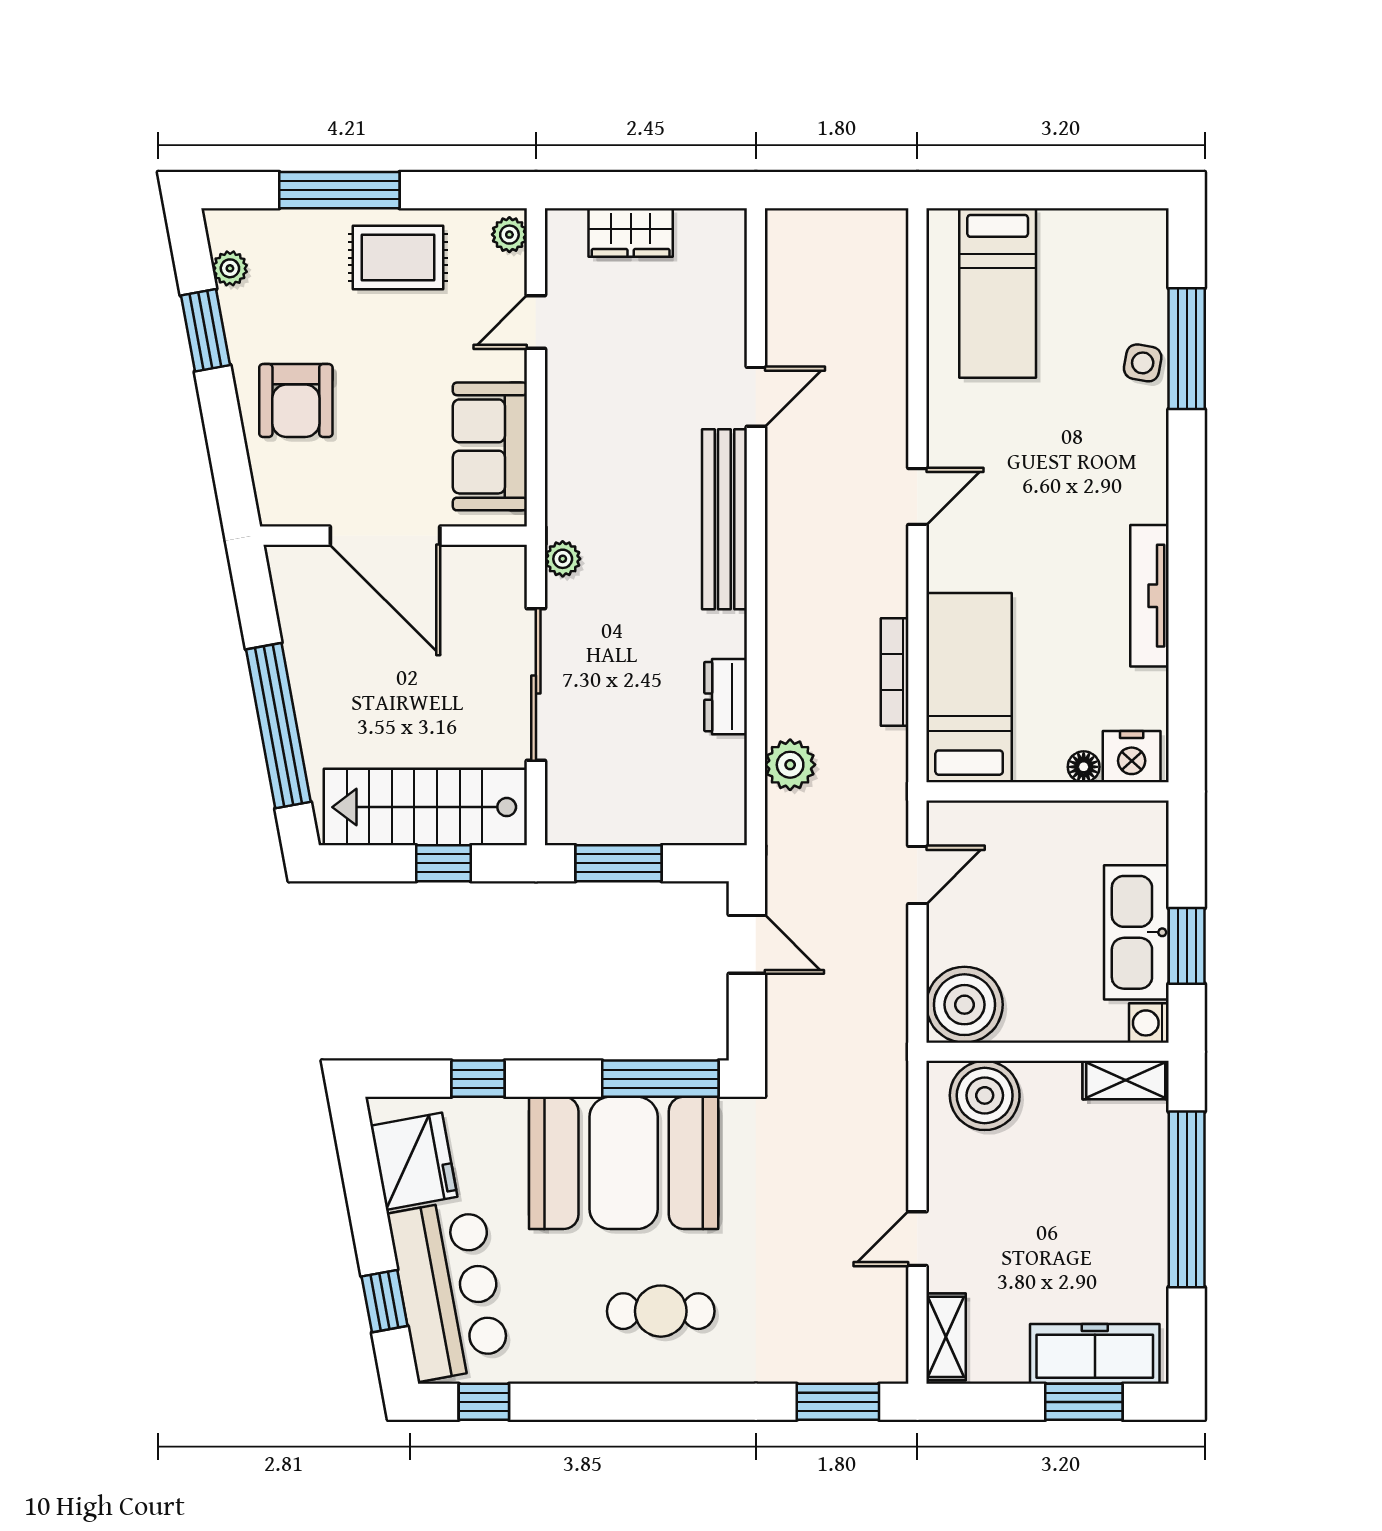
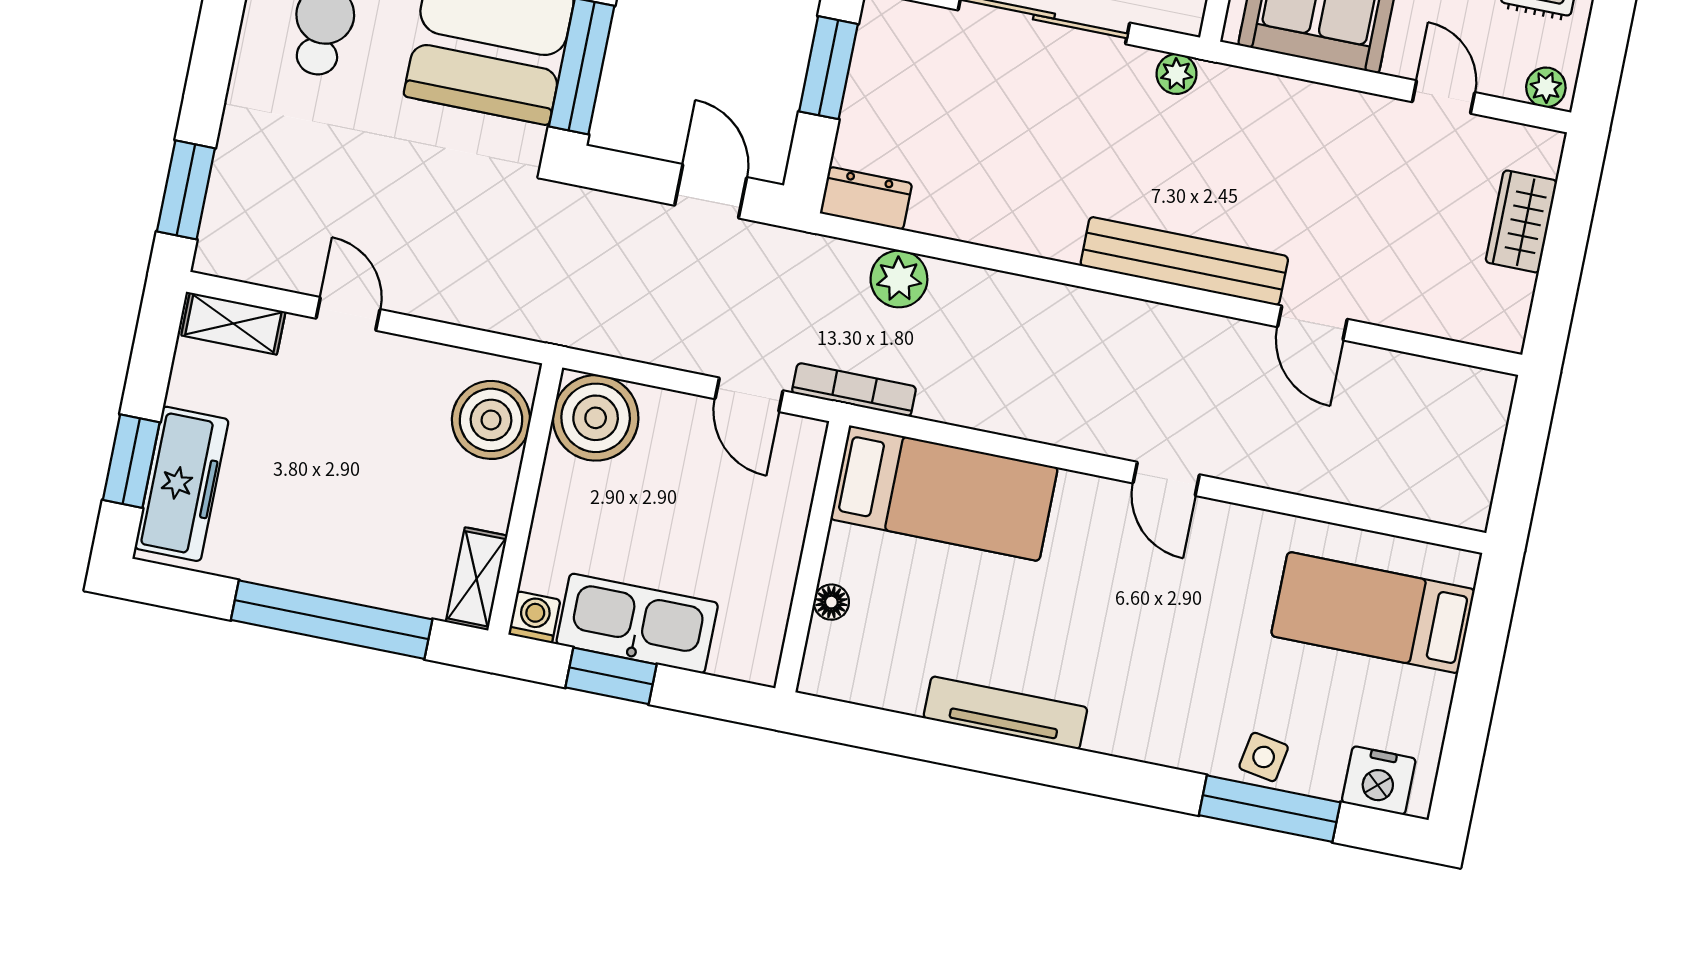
bookcase: (895, 672) -> (854, 390), moved
dresser: (726, 697) -> (866, 198), moved
nightstand: (1132, 757) -> (1379, 781), moved, turned -90
door: (747, 944) -> (711, 191), swing flipped

